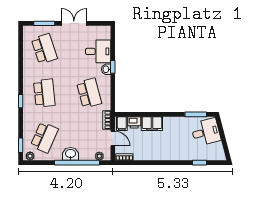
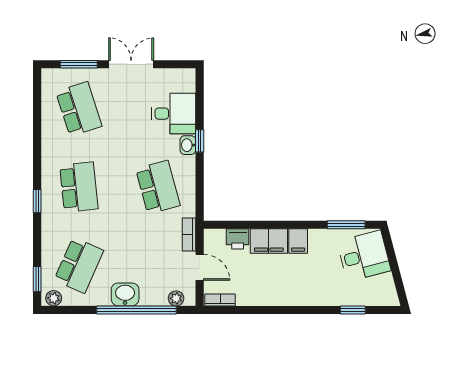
filing cabinet: (122, 124) -> (298, 241), moved

